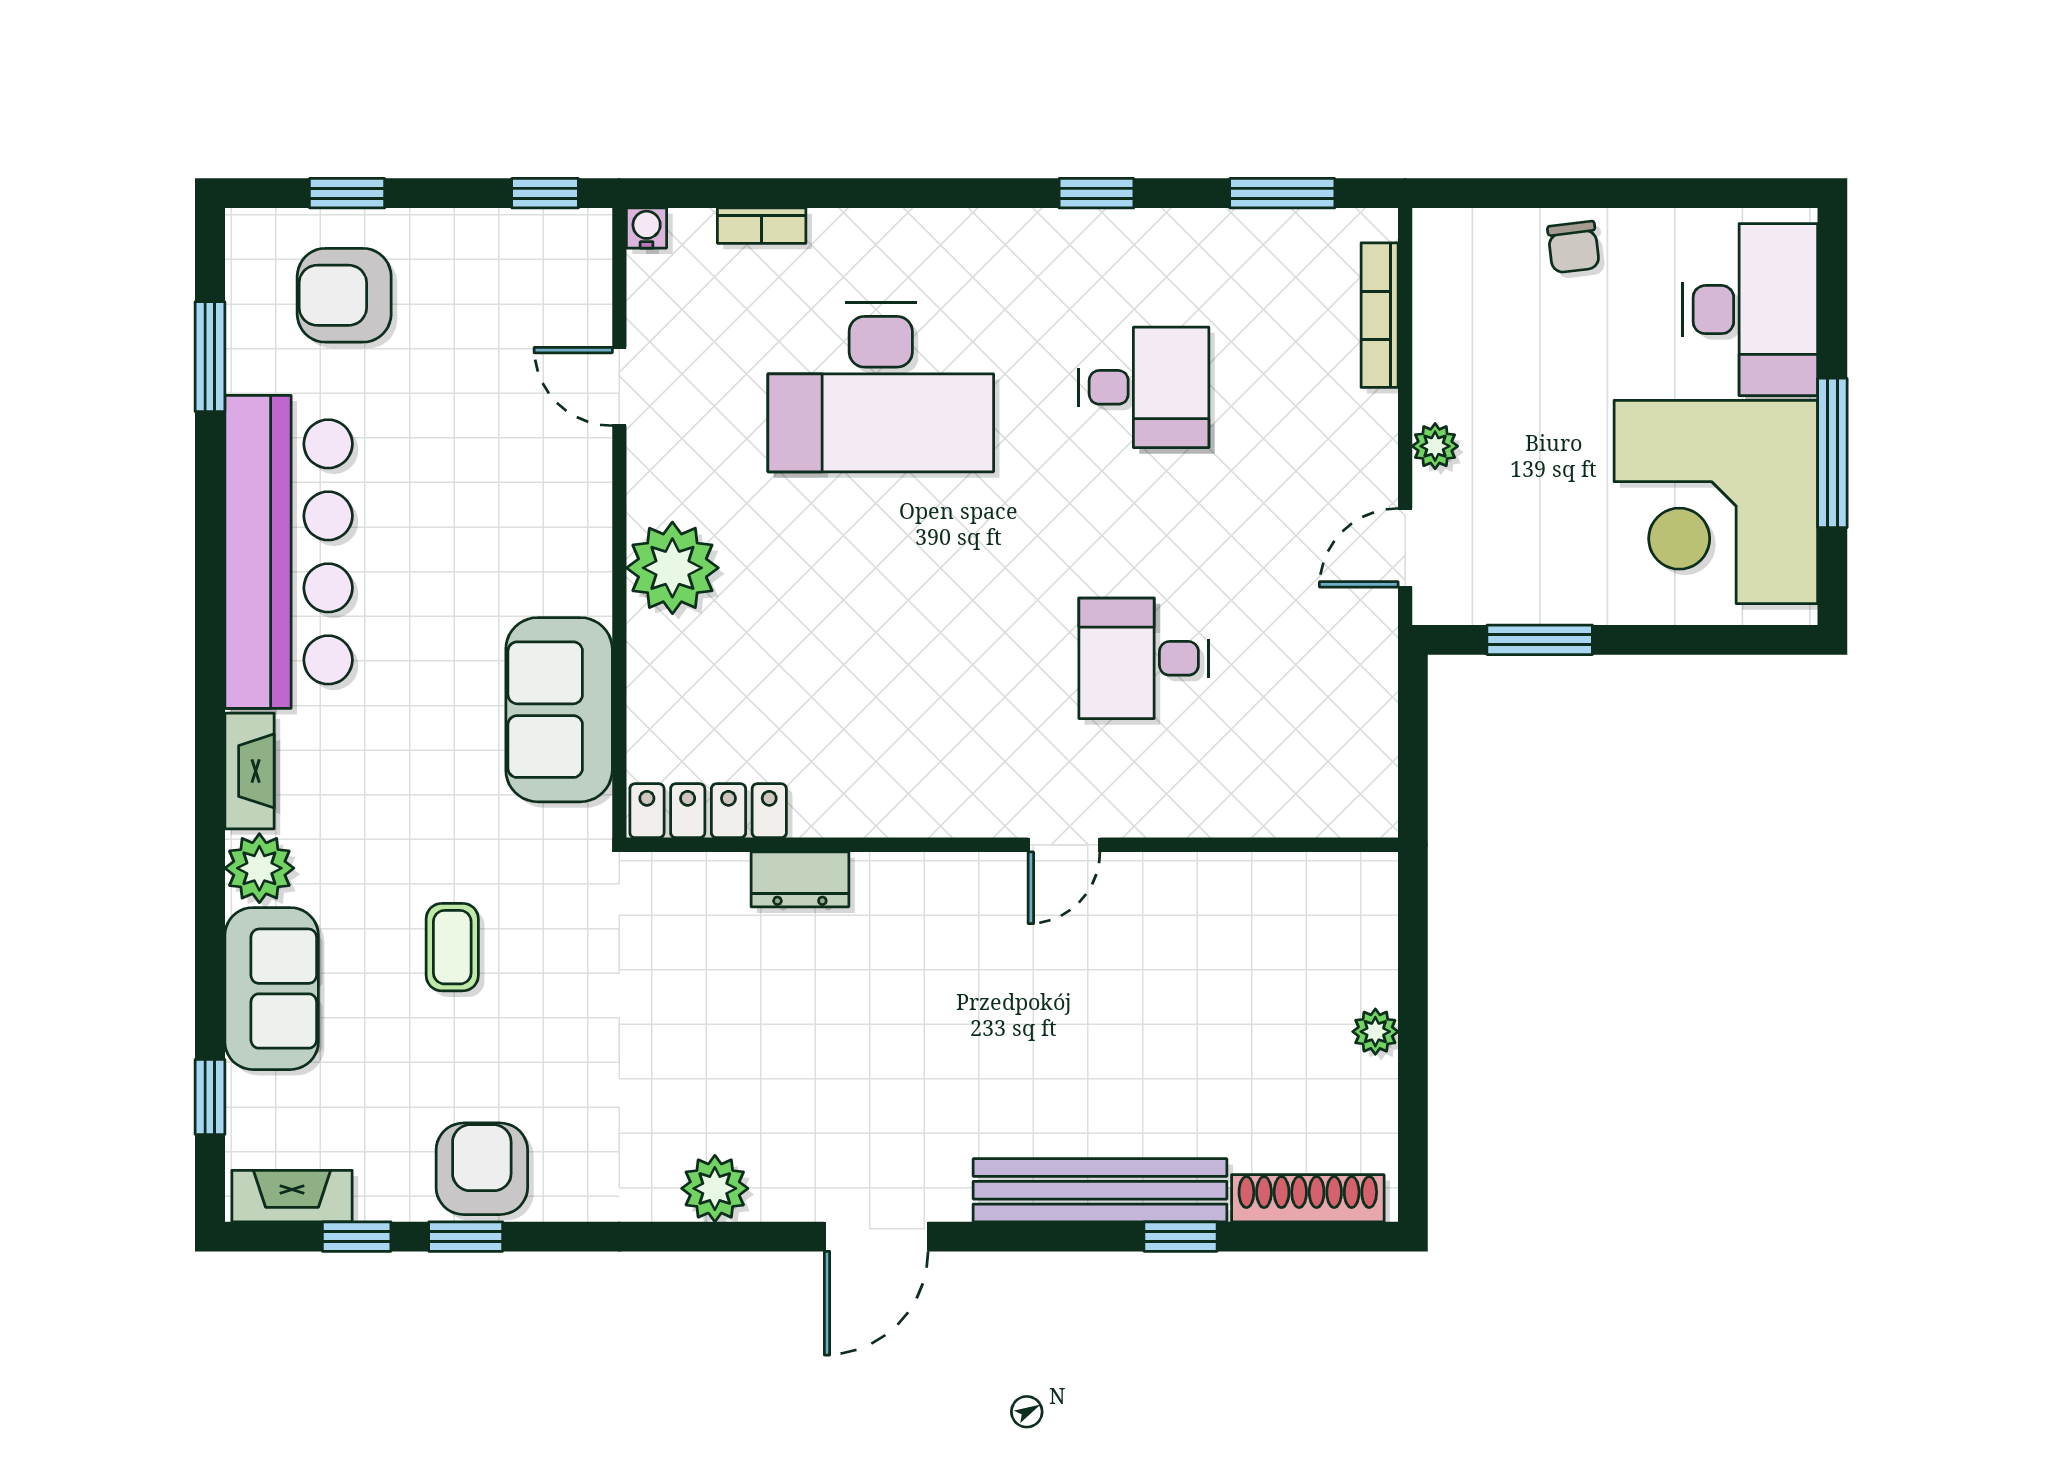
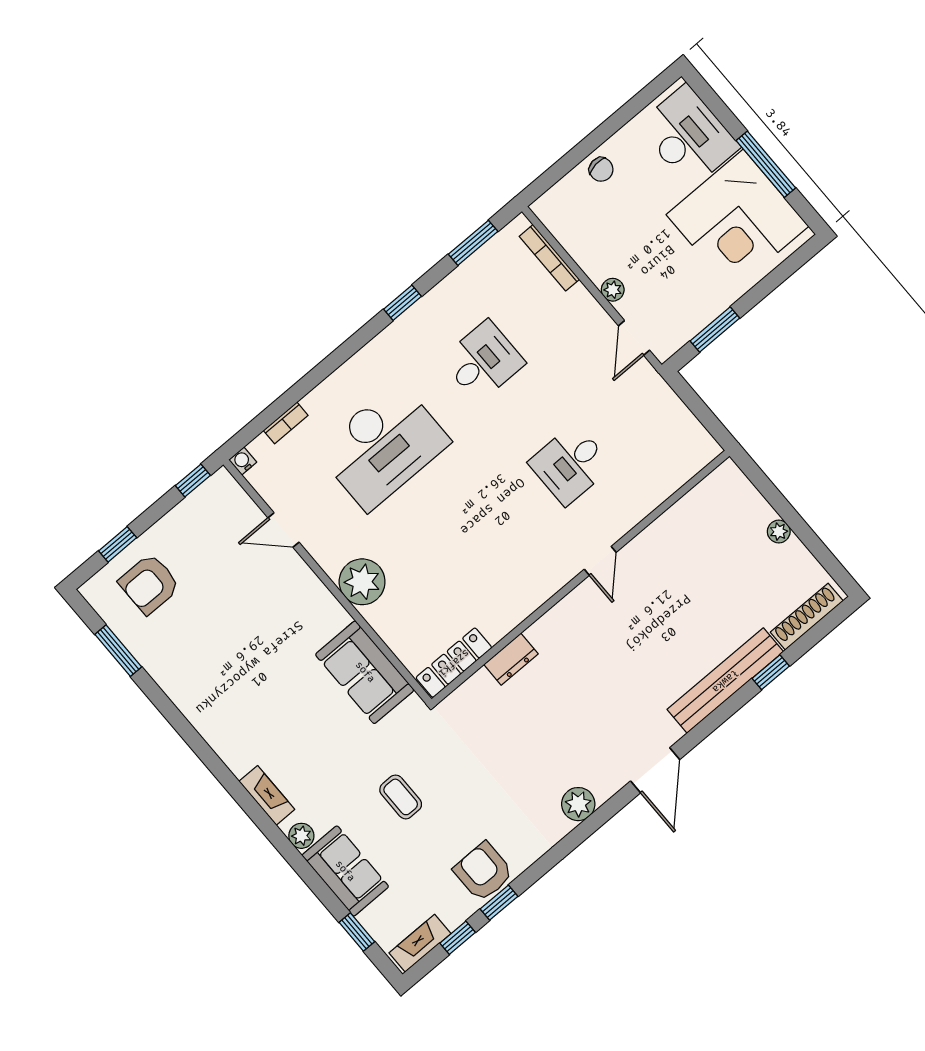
bar counter: (289, 552) -> (211, 700), removed
plant: (259, 868) -> (301, 836), width x0.73, depth x0.73

